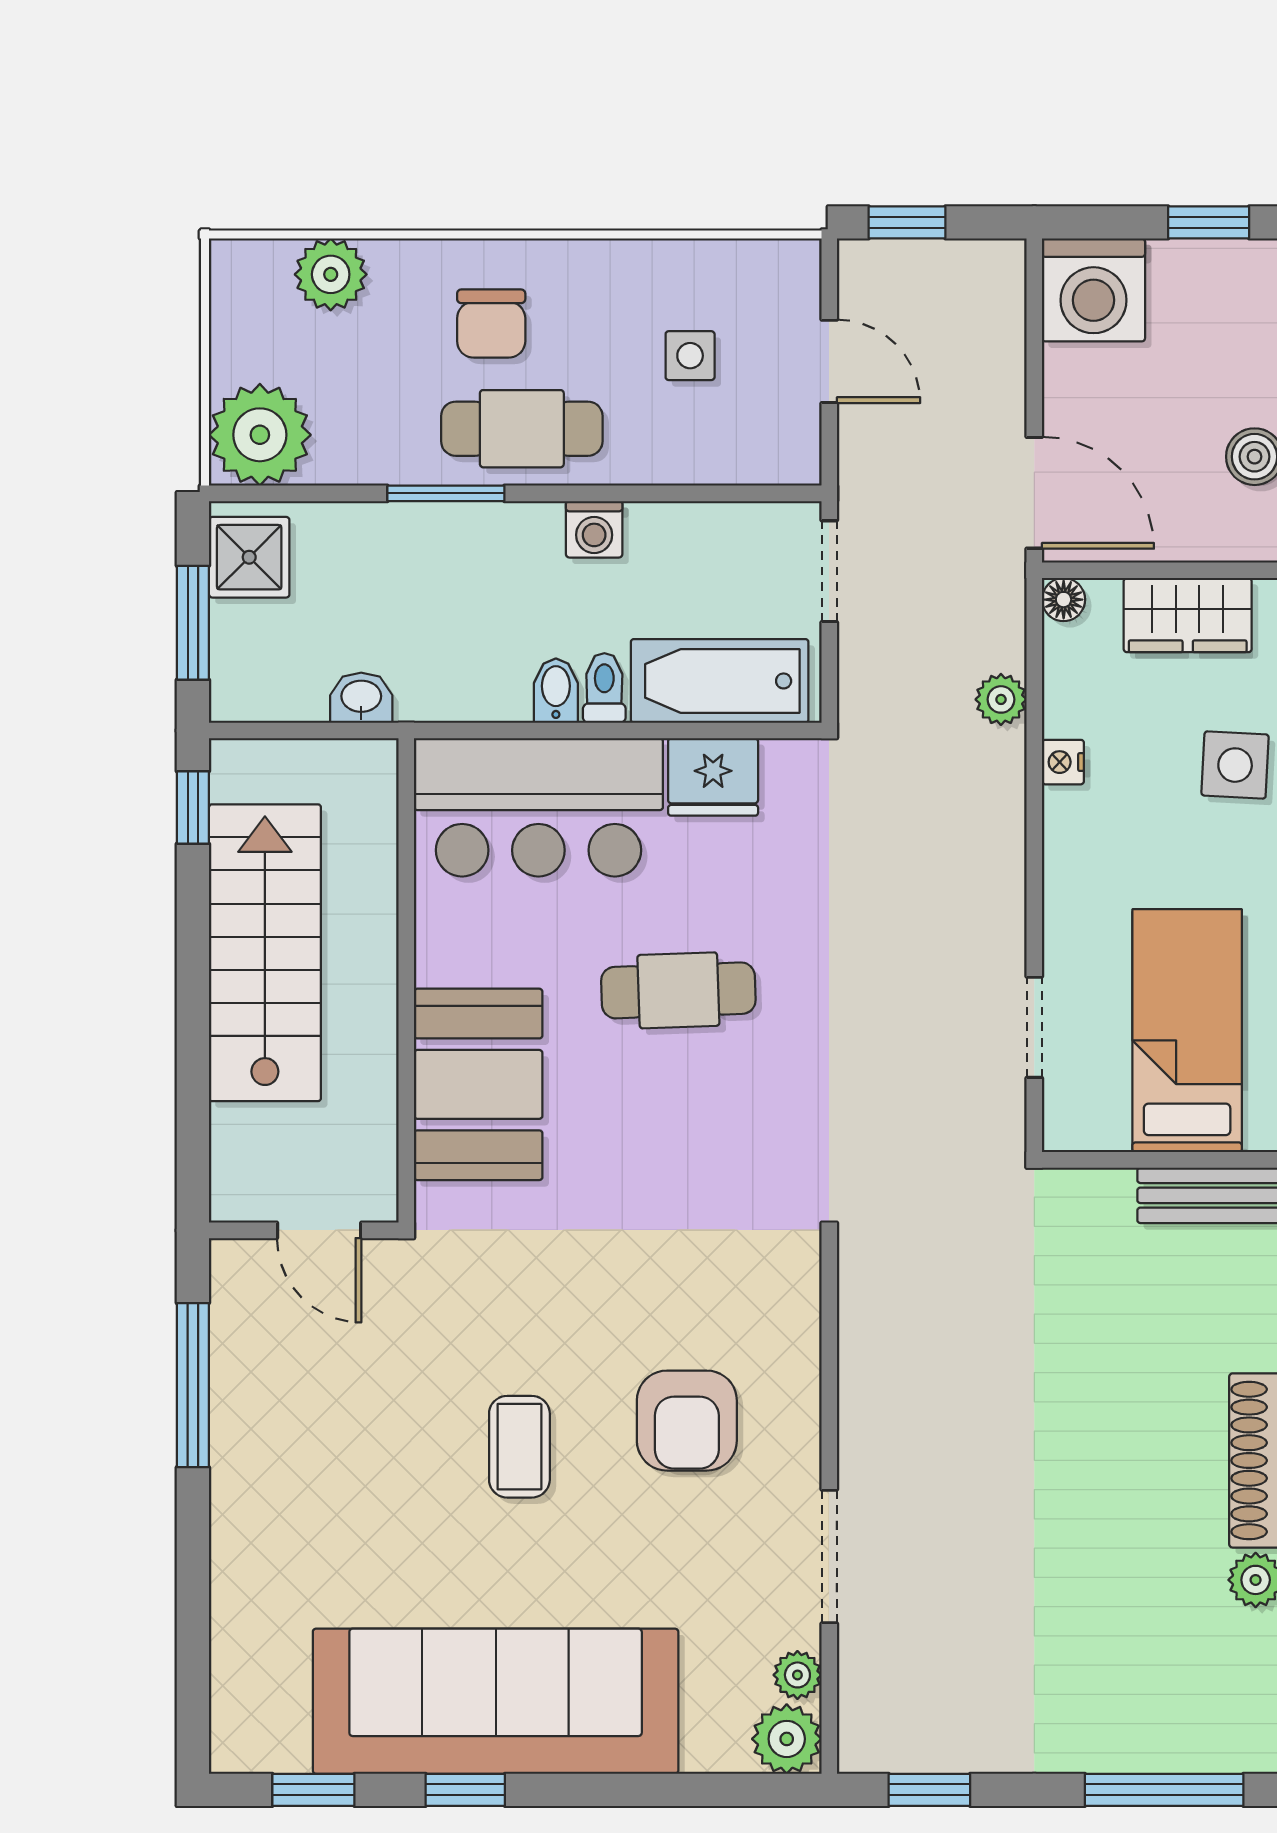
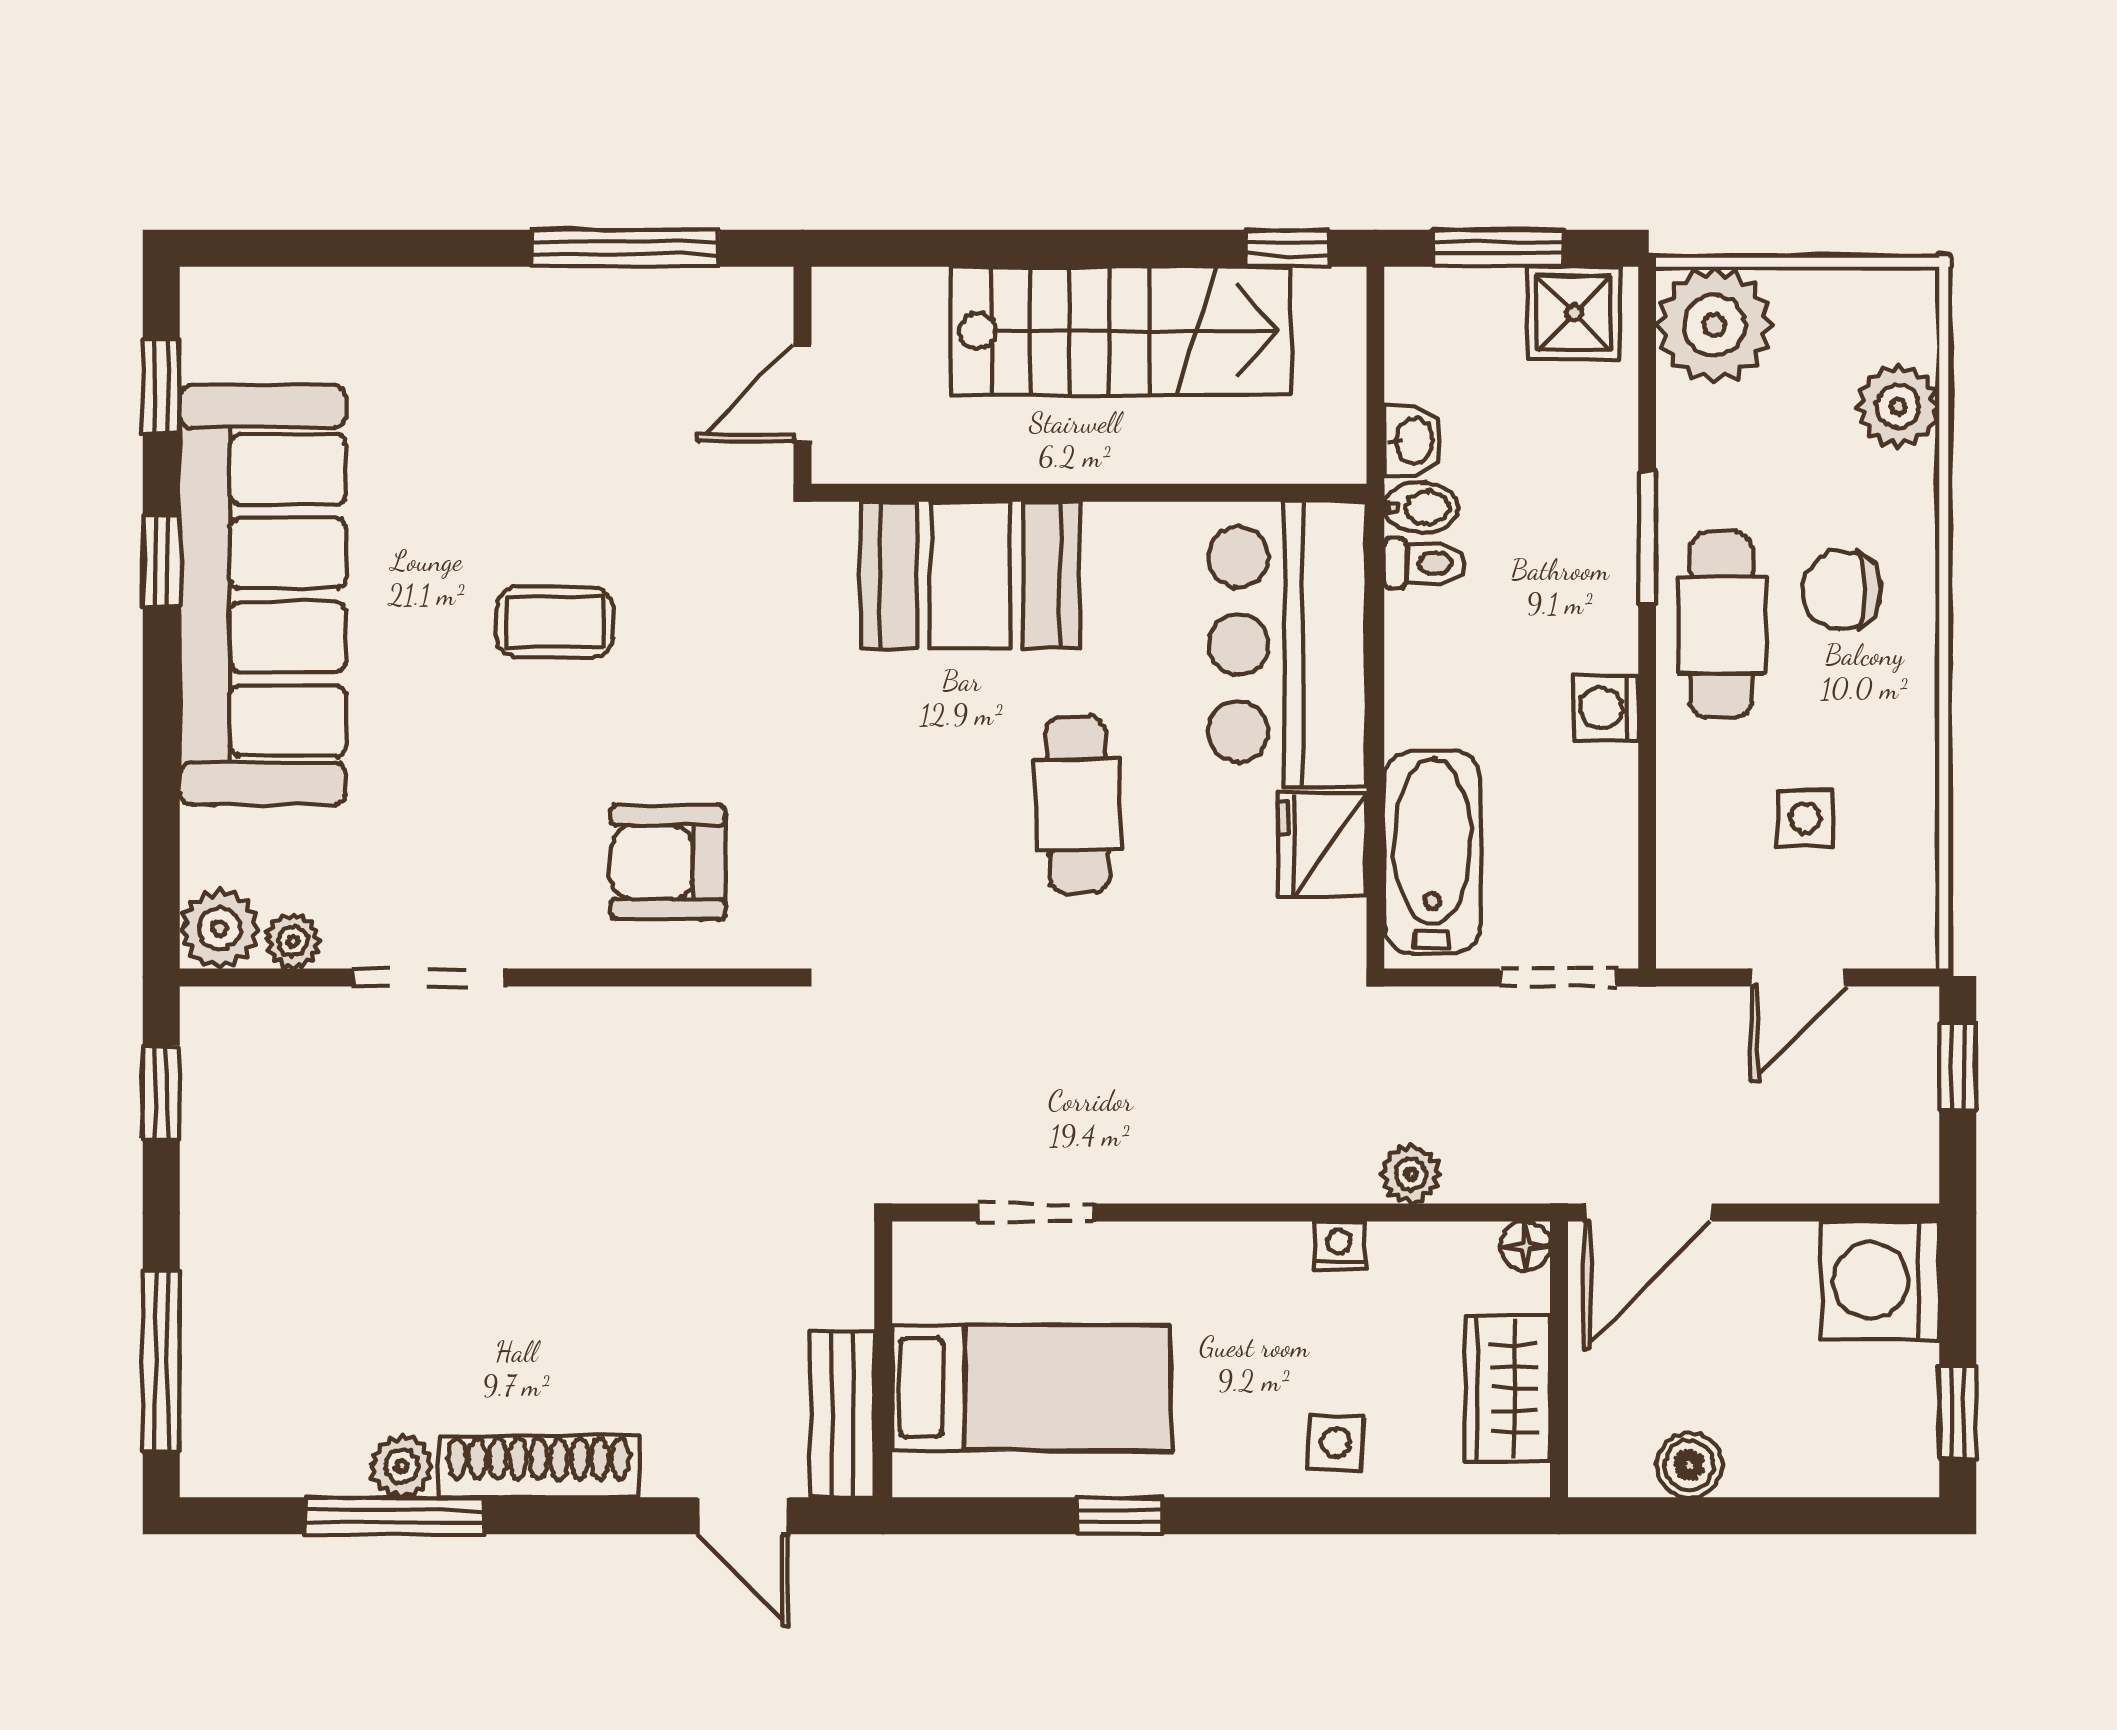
toilet: (604, 688) -> (1424, 563), moved
bidet: (556, 691) -> (1421, 508), moved
side table: (1235, 765) -> (1336, 1443), width x0.73, depth x0.73
armchair: (687, 1421) -> (668, 862), moved

